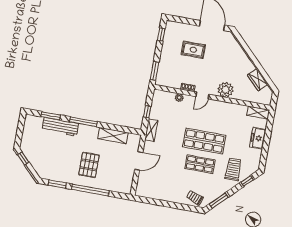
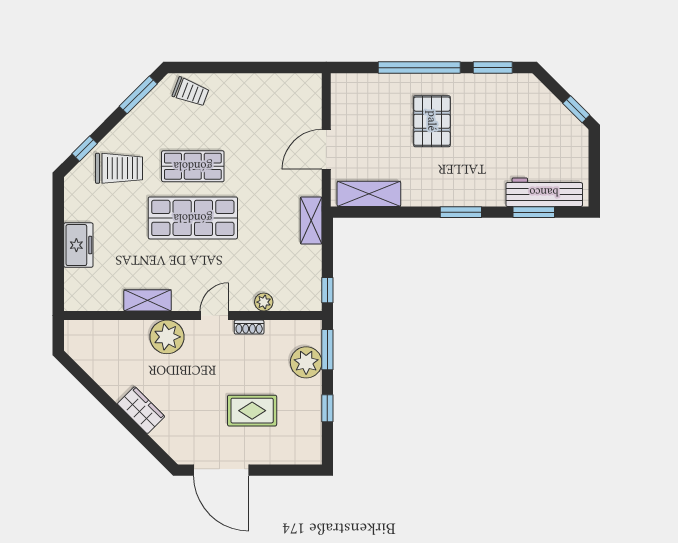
window: (161, 35) -> (327, 408), moved
plant: (165, 67) -> (306, 362), added
wardrobe: (258, 80) -> (141, 410), moved
window: (147, 112) -> (327, 290), moved
shelving: (258, 113) -> (148, 300), moved
window: (83, 122) -> (461, 212), width x0.69
workbench: (60, 127) -> (544, 192), moved
shelving: (113, 136) -> (369, 194), moved
trolley: (233, 169) -> (119, 168), turned -90

